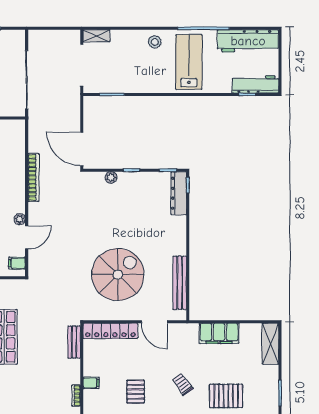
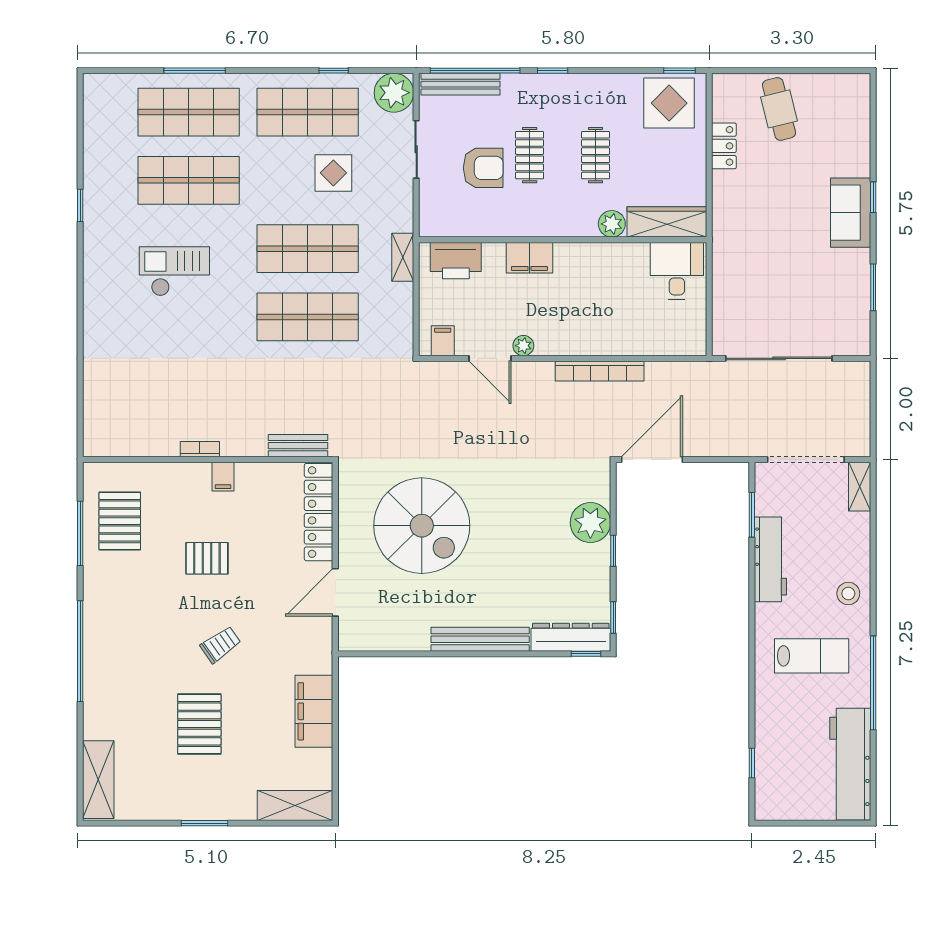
lab bench: (189, 62) -> (812, 656), width x0.73, depth x0.72
workbench: (255, 84) -> (770, 559), moved
plant: (111, 177) -> (590, 523), width x1.87, depth x1.87
bench: (180, 283) -> (480, 639), moved

